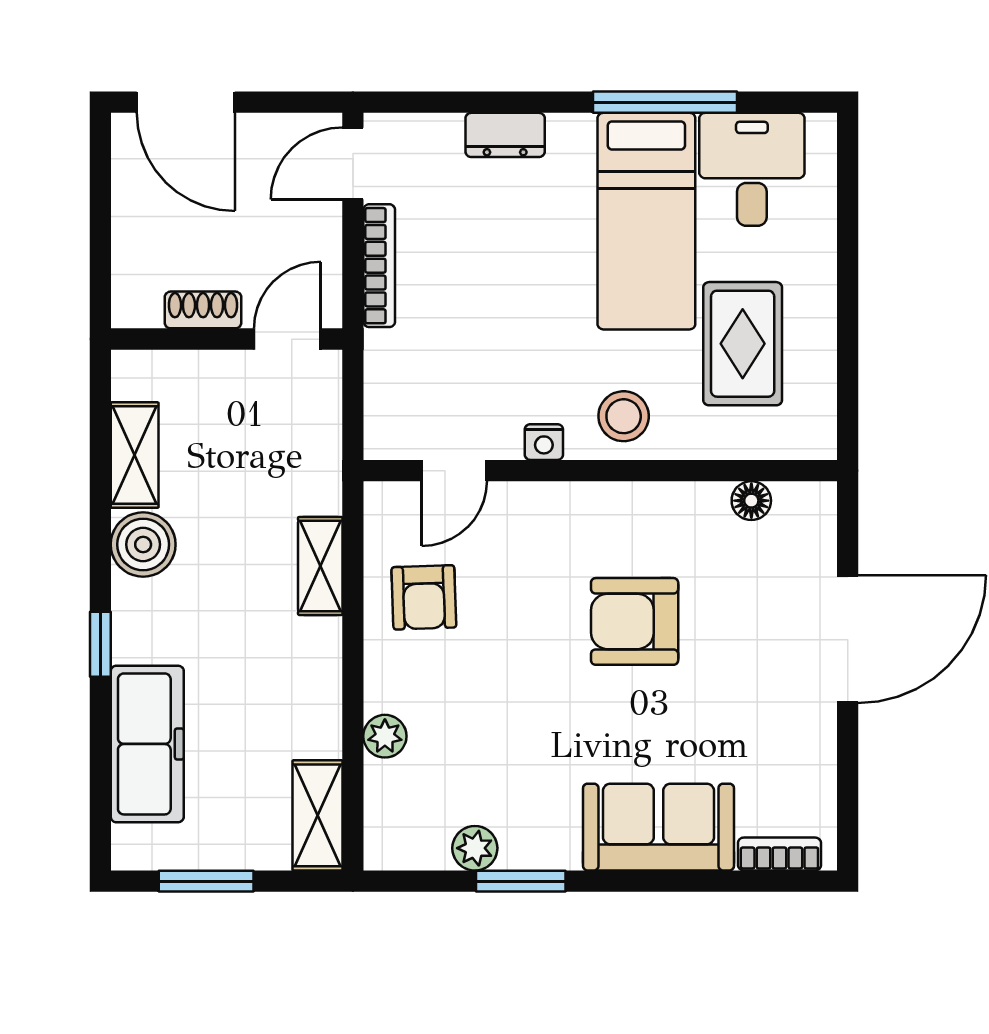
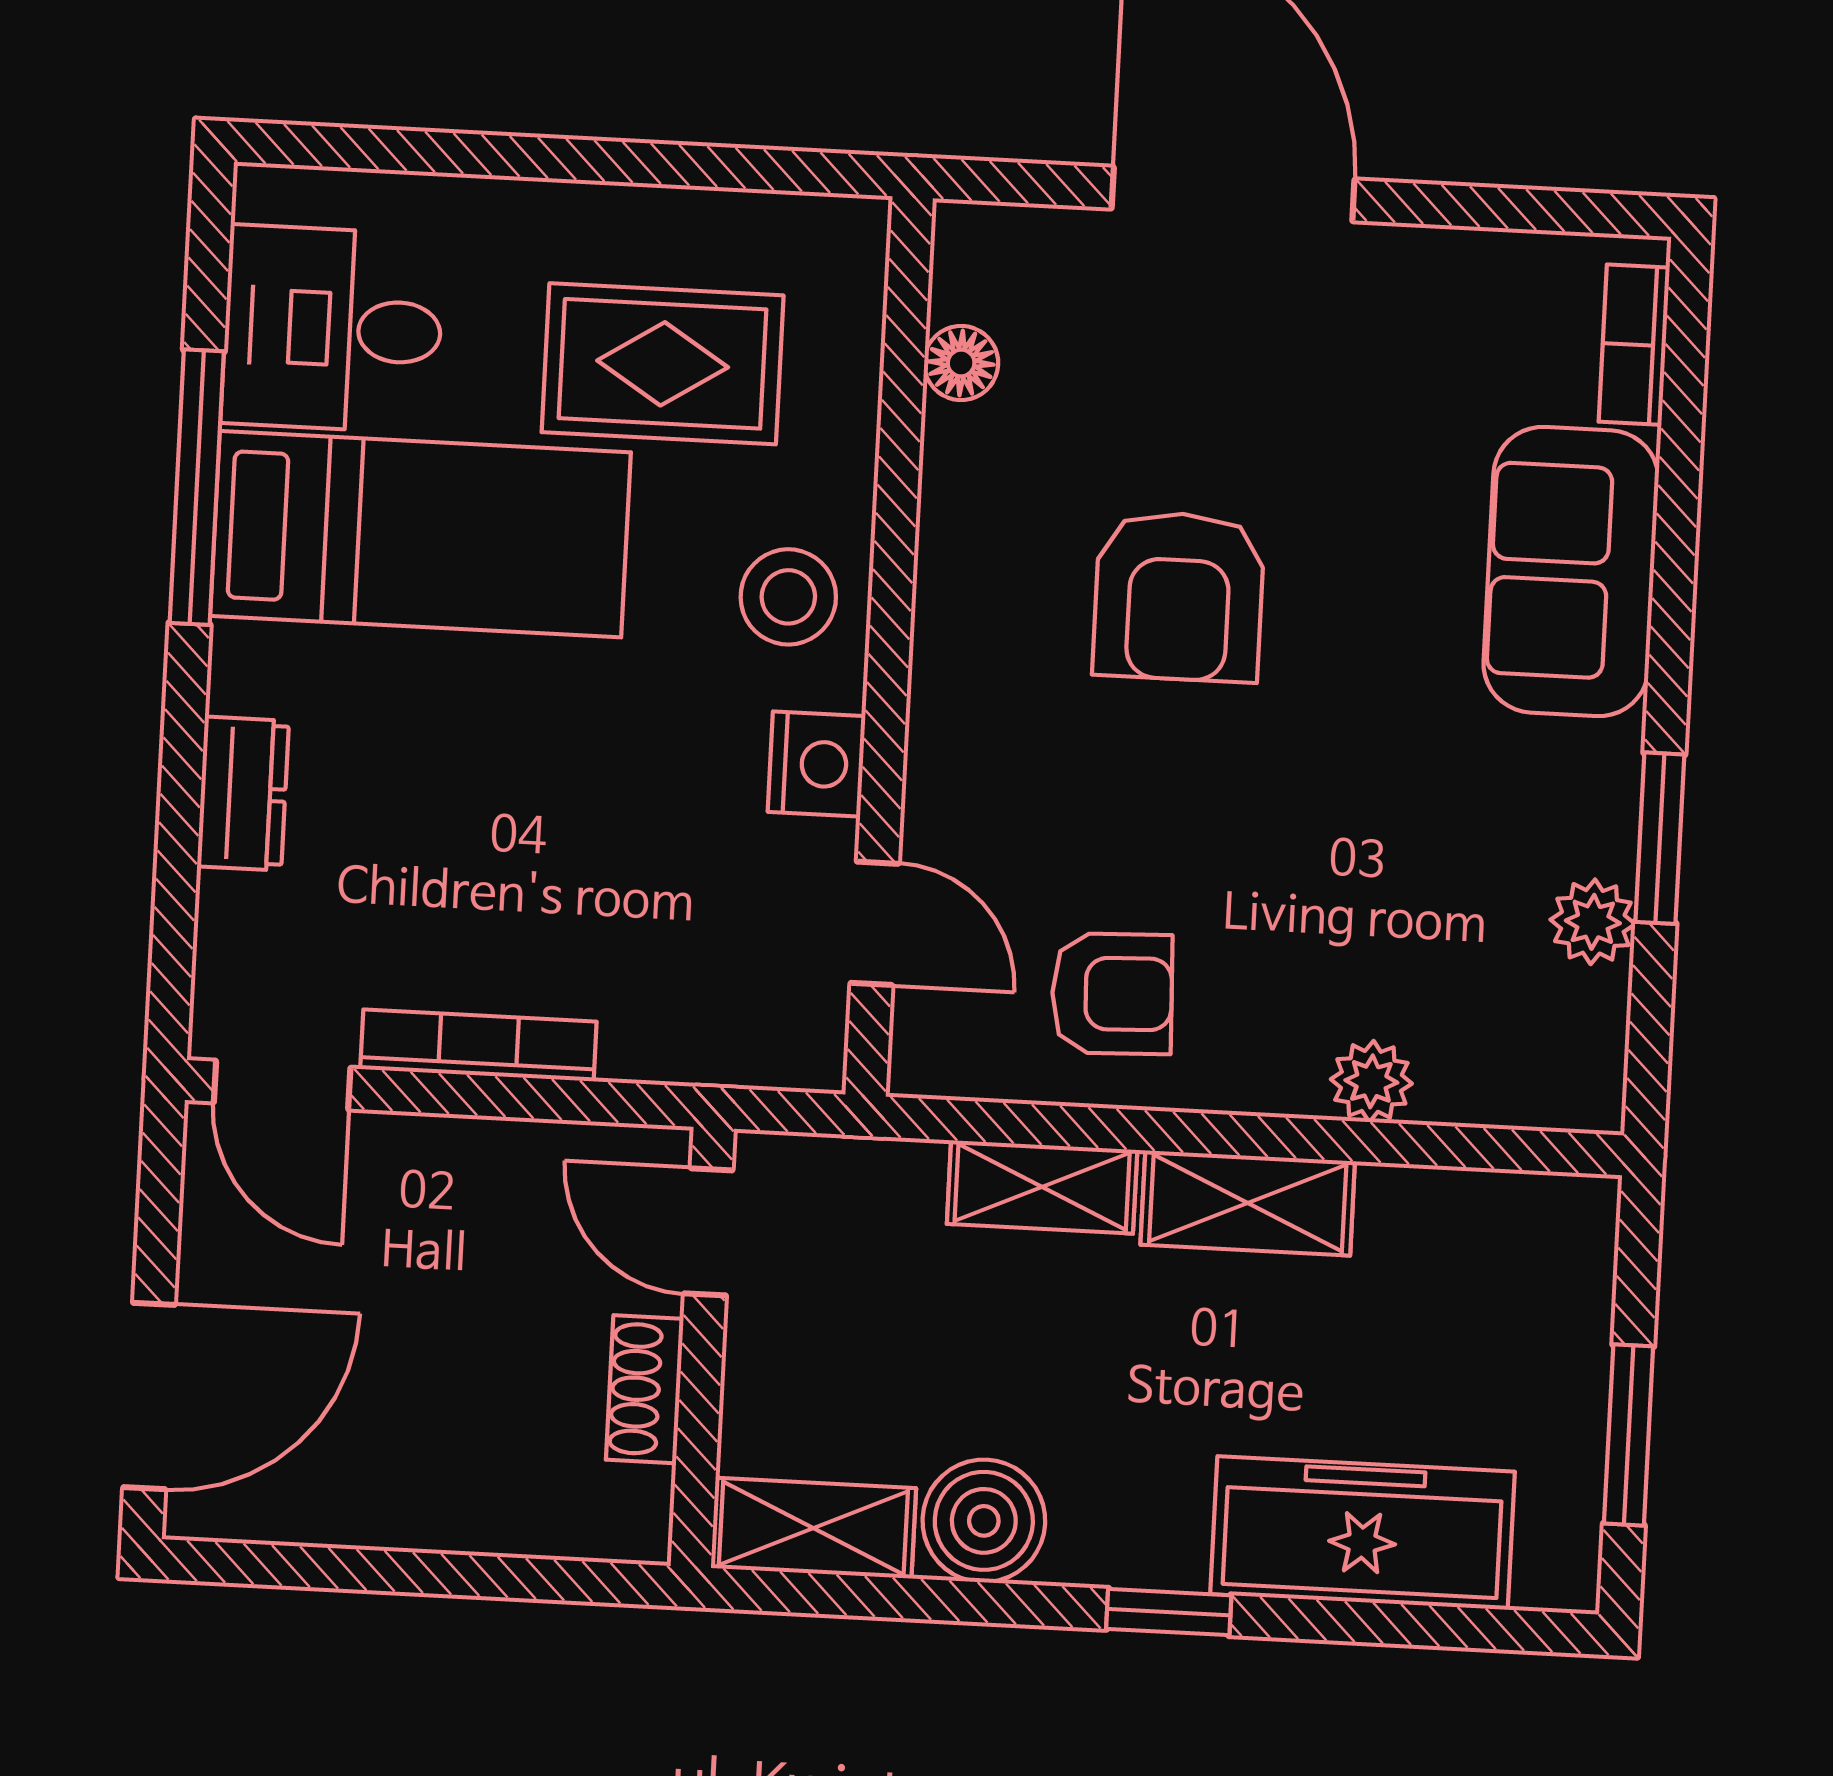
shoe rack: (203, 310) -> (645, 1389), moved
wall: (227, 339) -> (702, 1347), moved
door: (288, 339) -> (708, 1232), moved
nightstand: (544, 442) -> (817, 764), width x1.39, depth x1.35
shelving: (318, 815) -> (1248, 1203), moved

